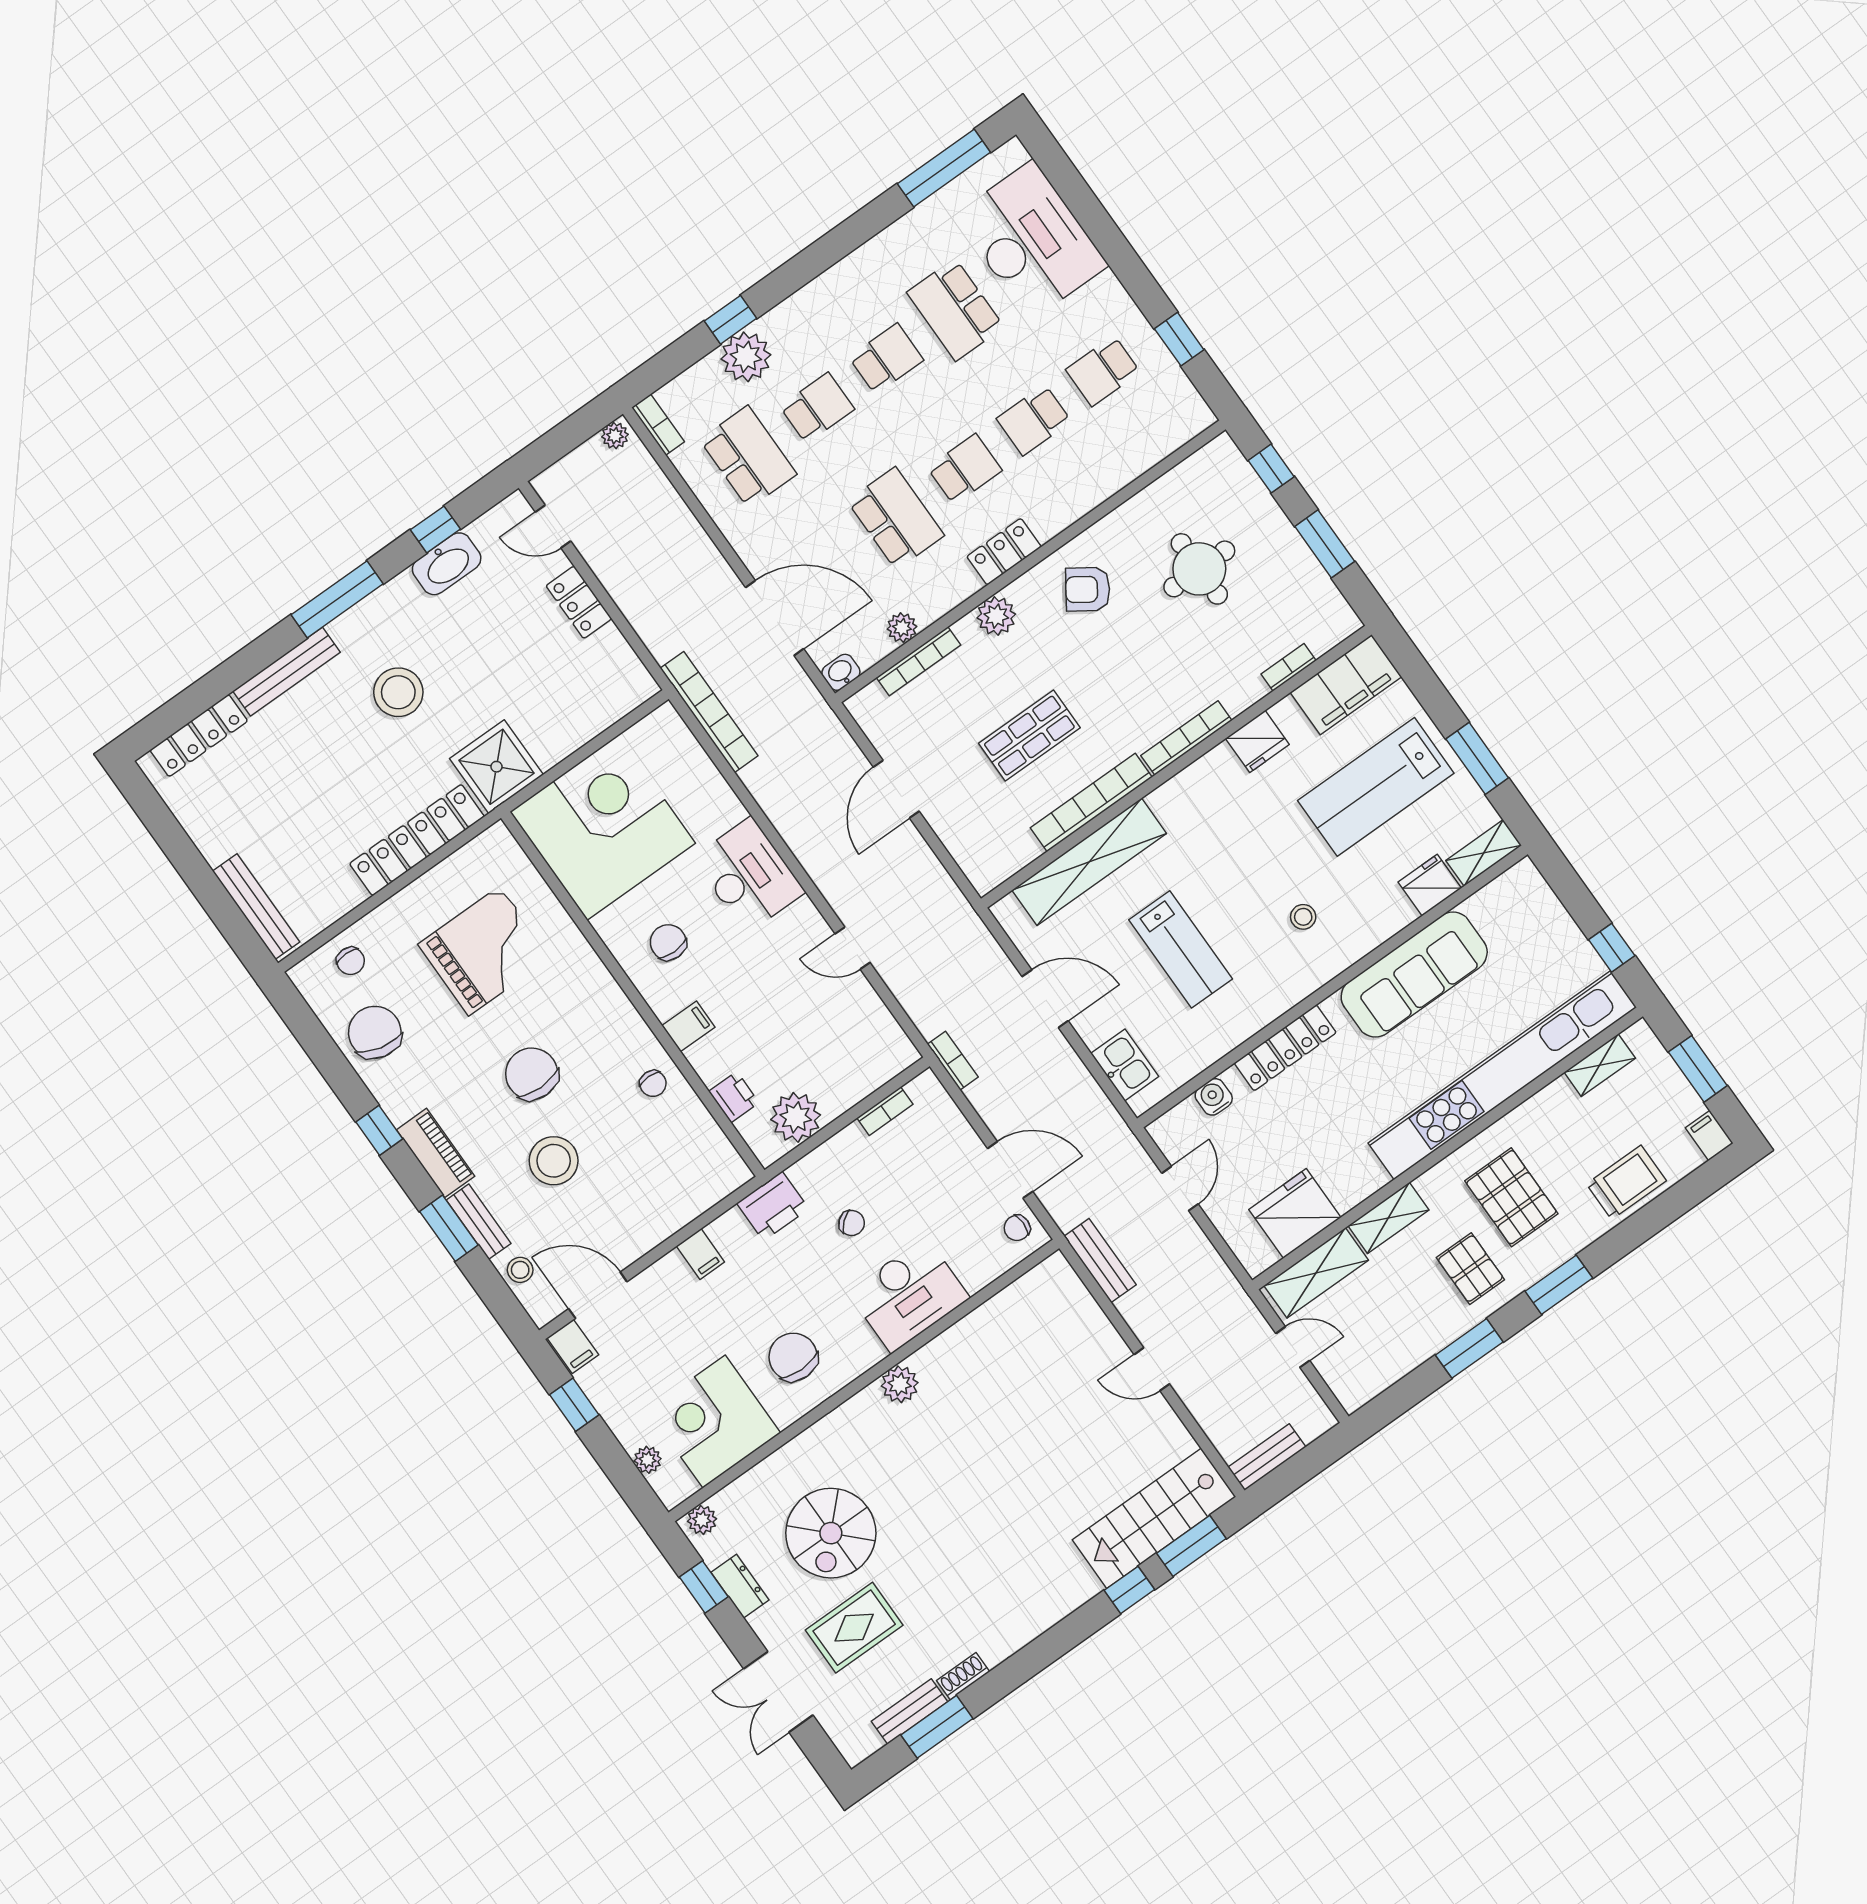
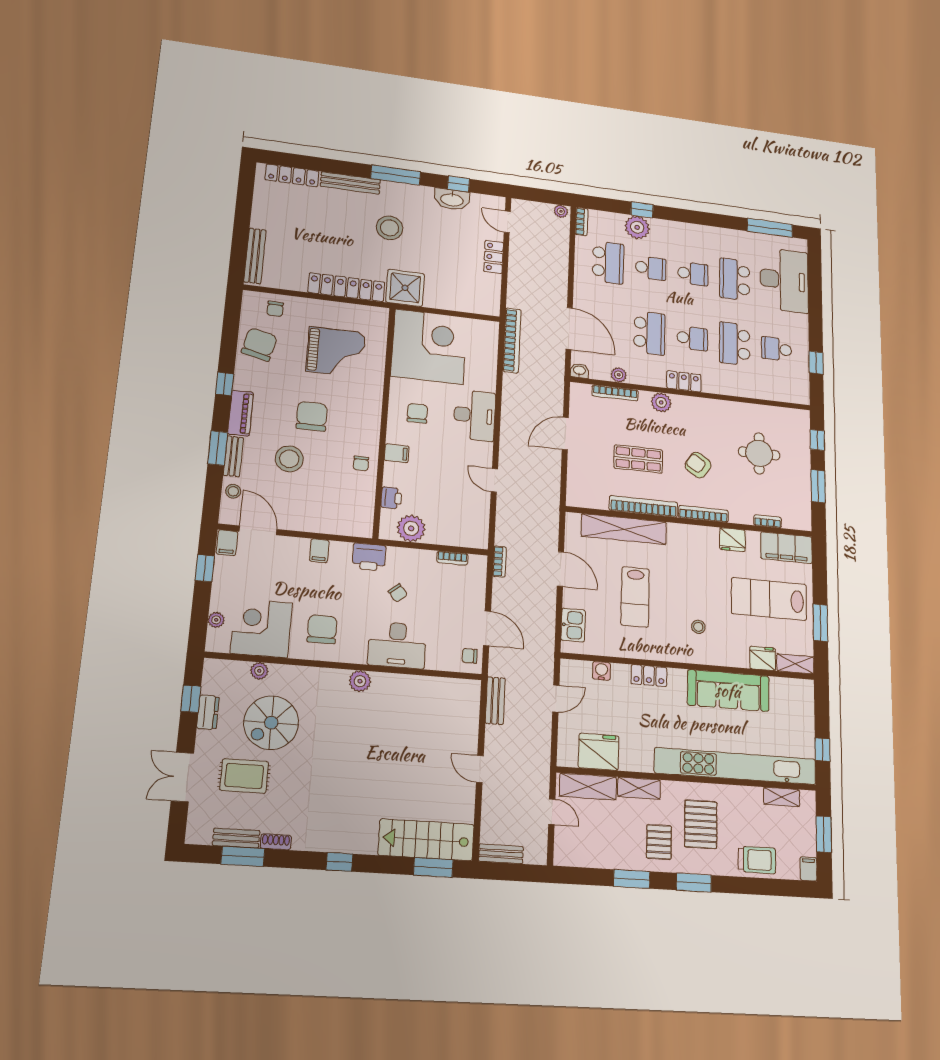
school desk: (1034, 420) -> (735, 344), width x1.85
armchair: (1088, 589) -> (698, 465), moved
locker: (1285, 1048) -> (649, 676), width x0.66
plant: (702, 1520) -> (259, 671), moved
window: (1129, 1590) -> (339, 862), moved

